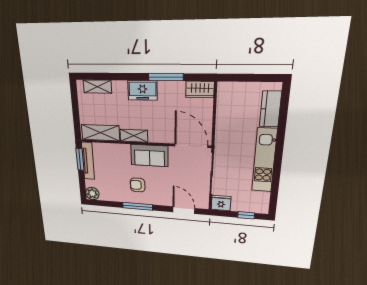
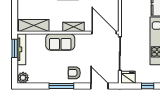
shelving: (134, 136) -> (73, 27), moved
sofa: (149, 156) -> (60, 42), moved
armchair: (138, 185) -> (74, 73), moved

